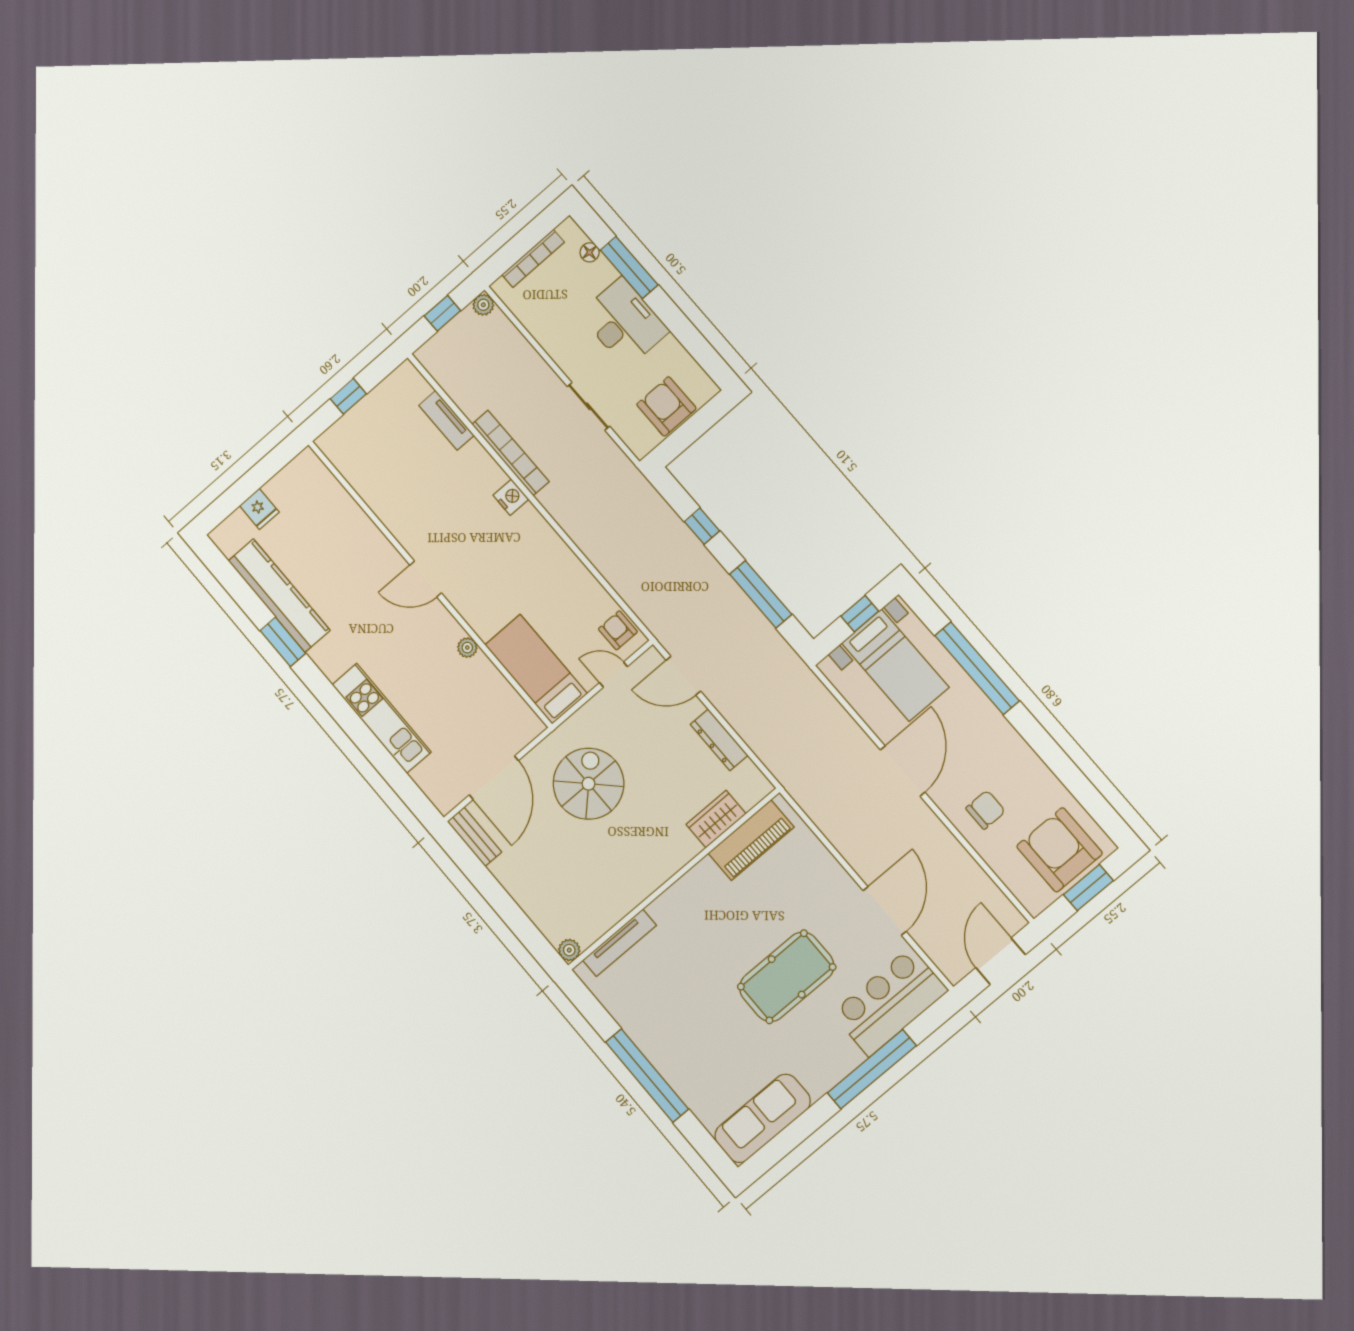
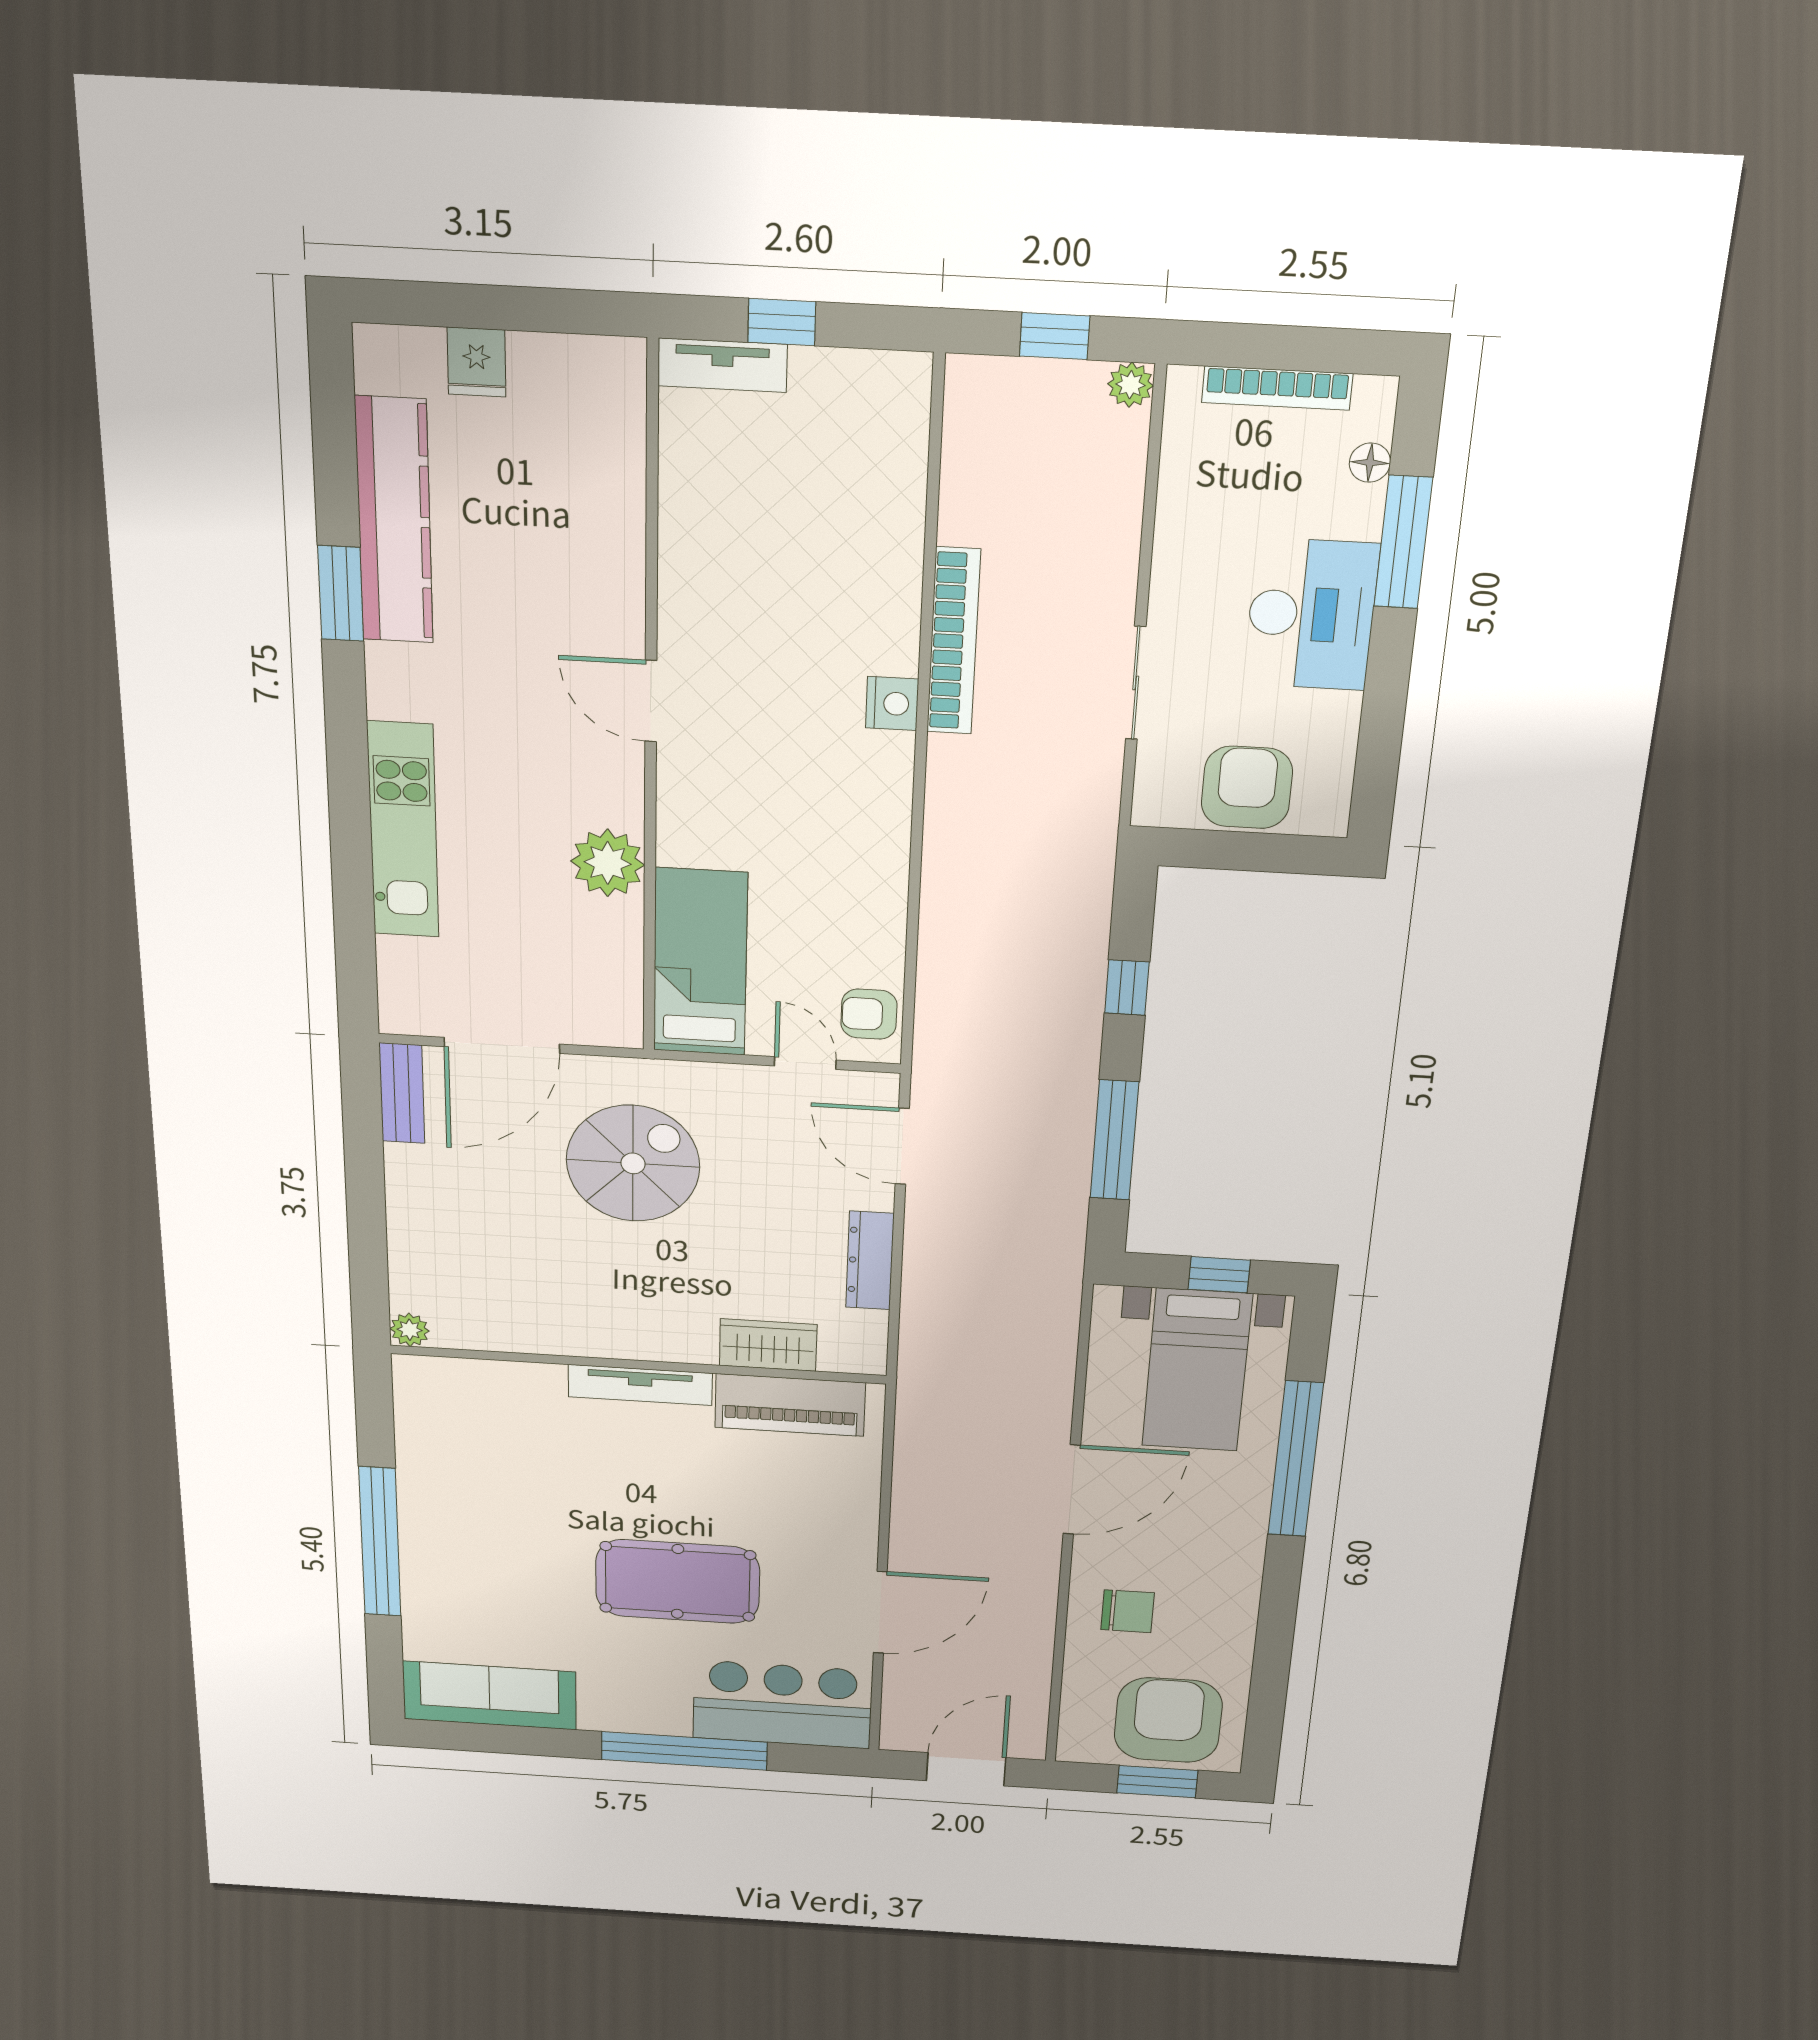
tv unit: (446, 420) -> (722, 365), moved, turned -90
armchair: (618, 630) -> (869, 1014), turned -90
plant: (467, 648) -> (608, 863), width x1.88, depth x1.88
tv unit: (620, 943) -> (640, 1385), moved

